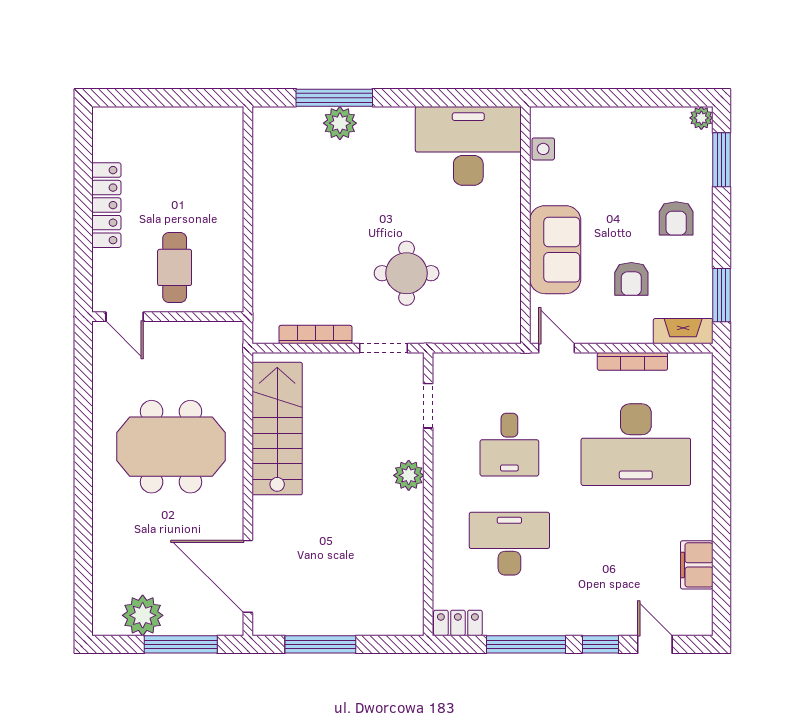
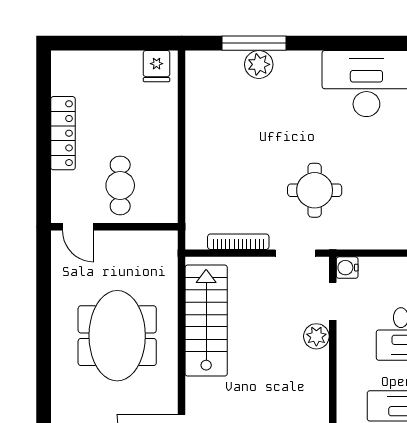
fridge: (218, 125) -> (157, 66), added
water cooler: (445, 365) -> (347, 268), added
meeting table: (171, 447) -> (117, 336), turned 90
plant: (409, 475) -> (316, 336), moved

